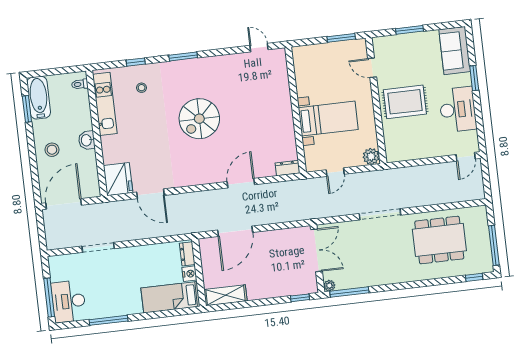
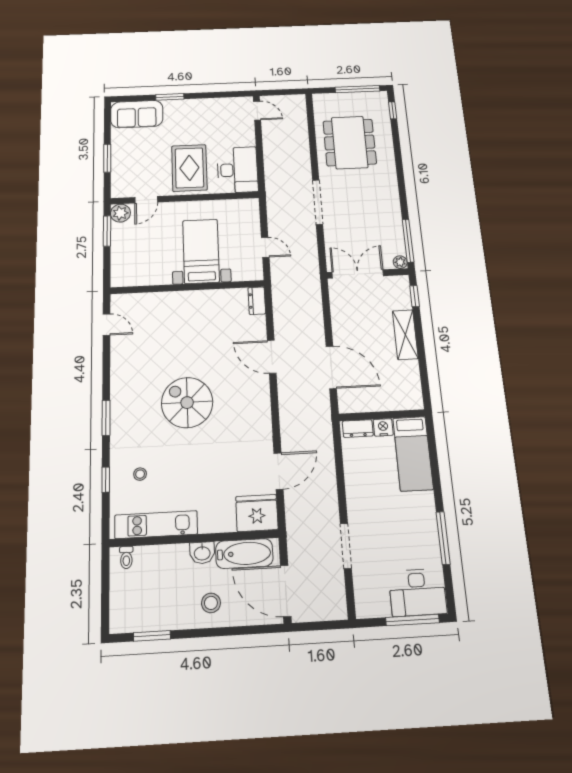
door: (259, 48) -> (107, 325), swing flipped
bathtub: (39, 98) -> (244, 554), moved, turned 180
desk: (458, 109) -> (237, 170), moved, turned 90
spiral stairs: (199, 119) -> (187, 403), turned 180
plant: (371, 156) -> (120, 213), moved
shelving: (226, 295) -> (405, 335), moved

